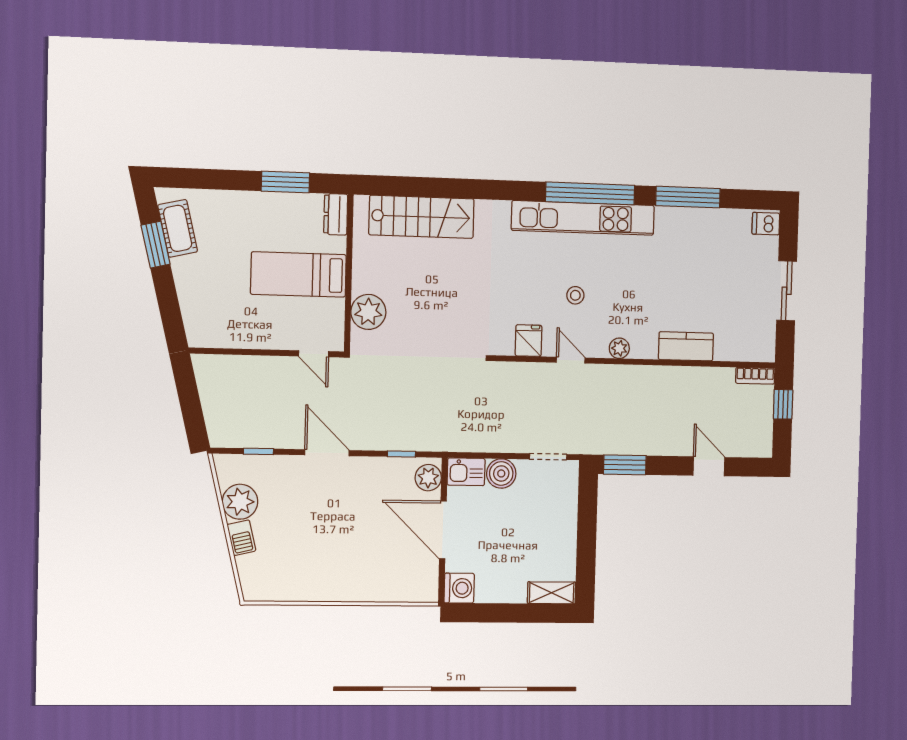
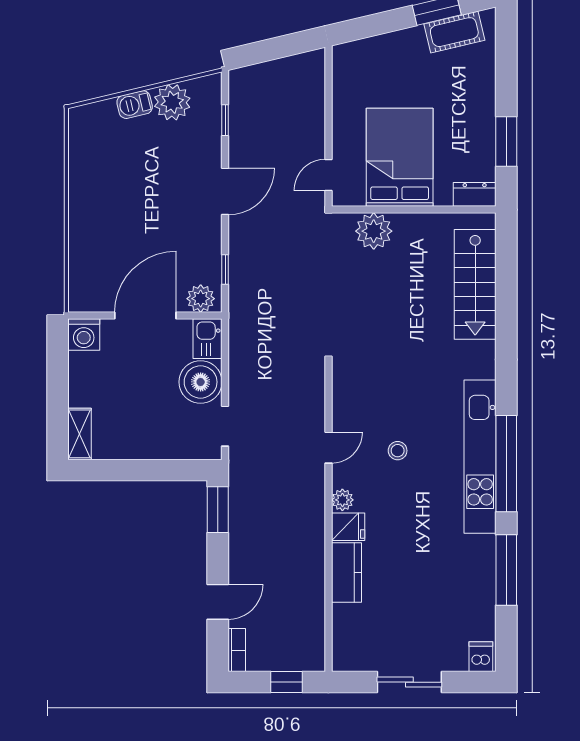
bed: (298, 274) -> (400, 157), width x1.50
fridge: (529, 341) -> (348, 527), moved
bookcase: (755, 376) -> (237, 650), moved, turned 180
boiler: (501, 473) -> (201, 382), width x1.37, depth x1.37

